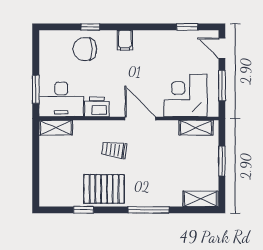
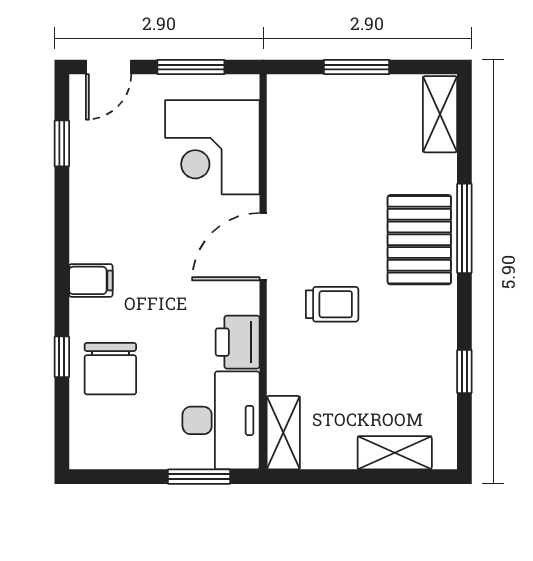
shelving: (196, 128) -> (395, 453), moved, turned 90
trolley: (114, 150) -> (332, 304), turned -98
pallet: (104, 189) -> (419, 240), moved

